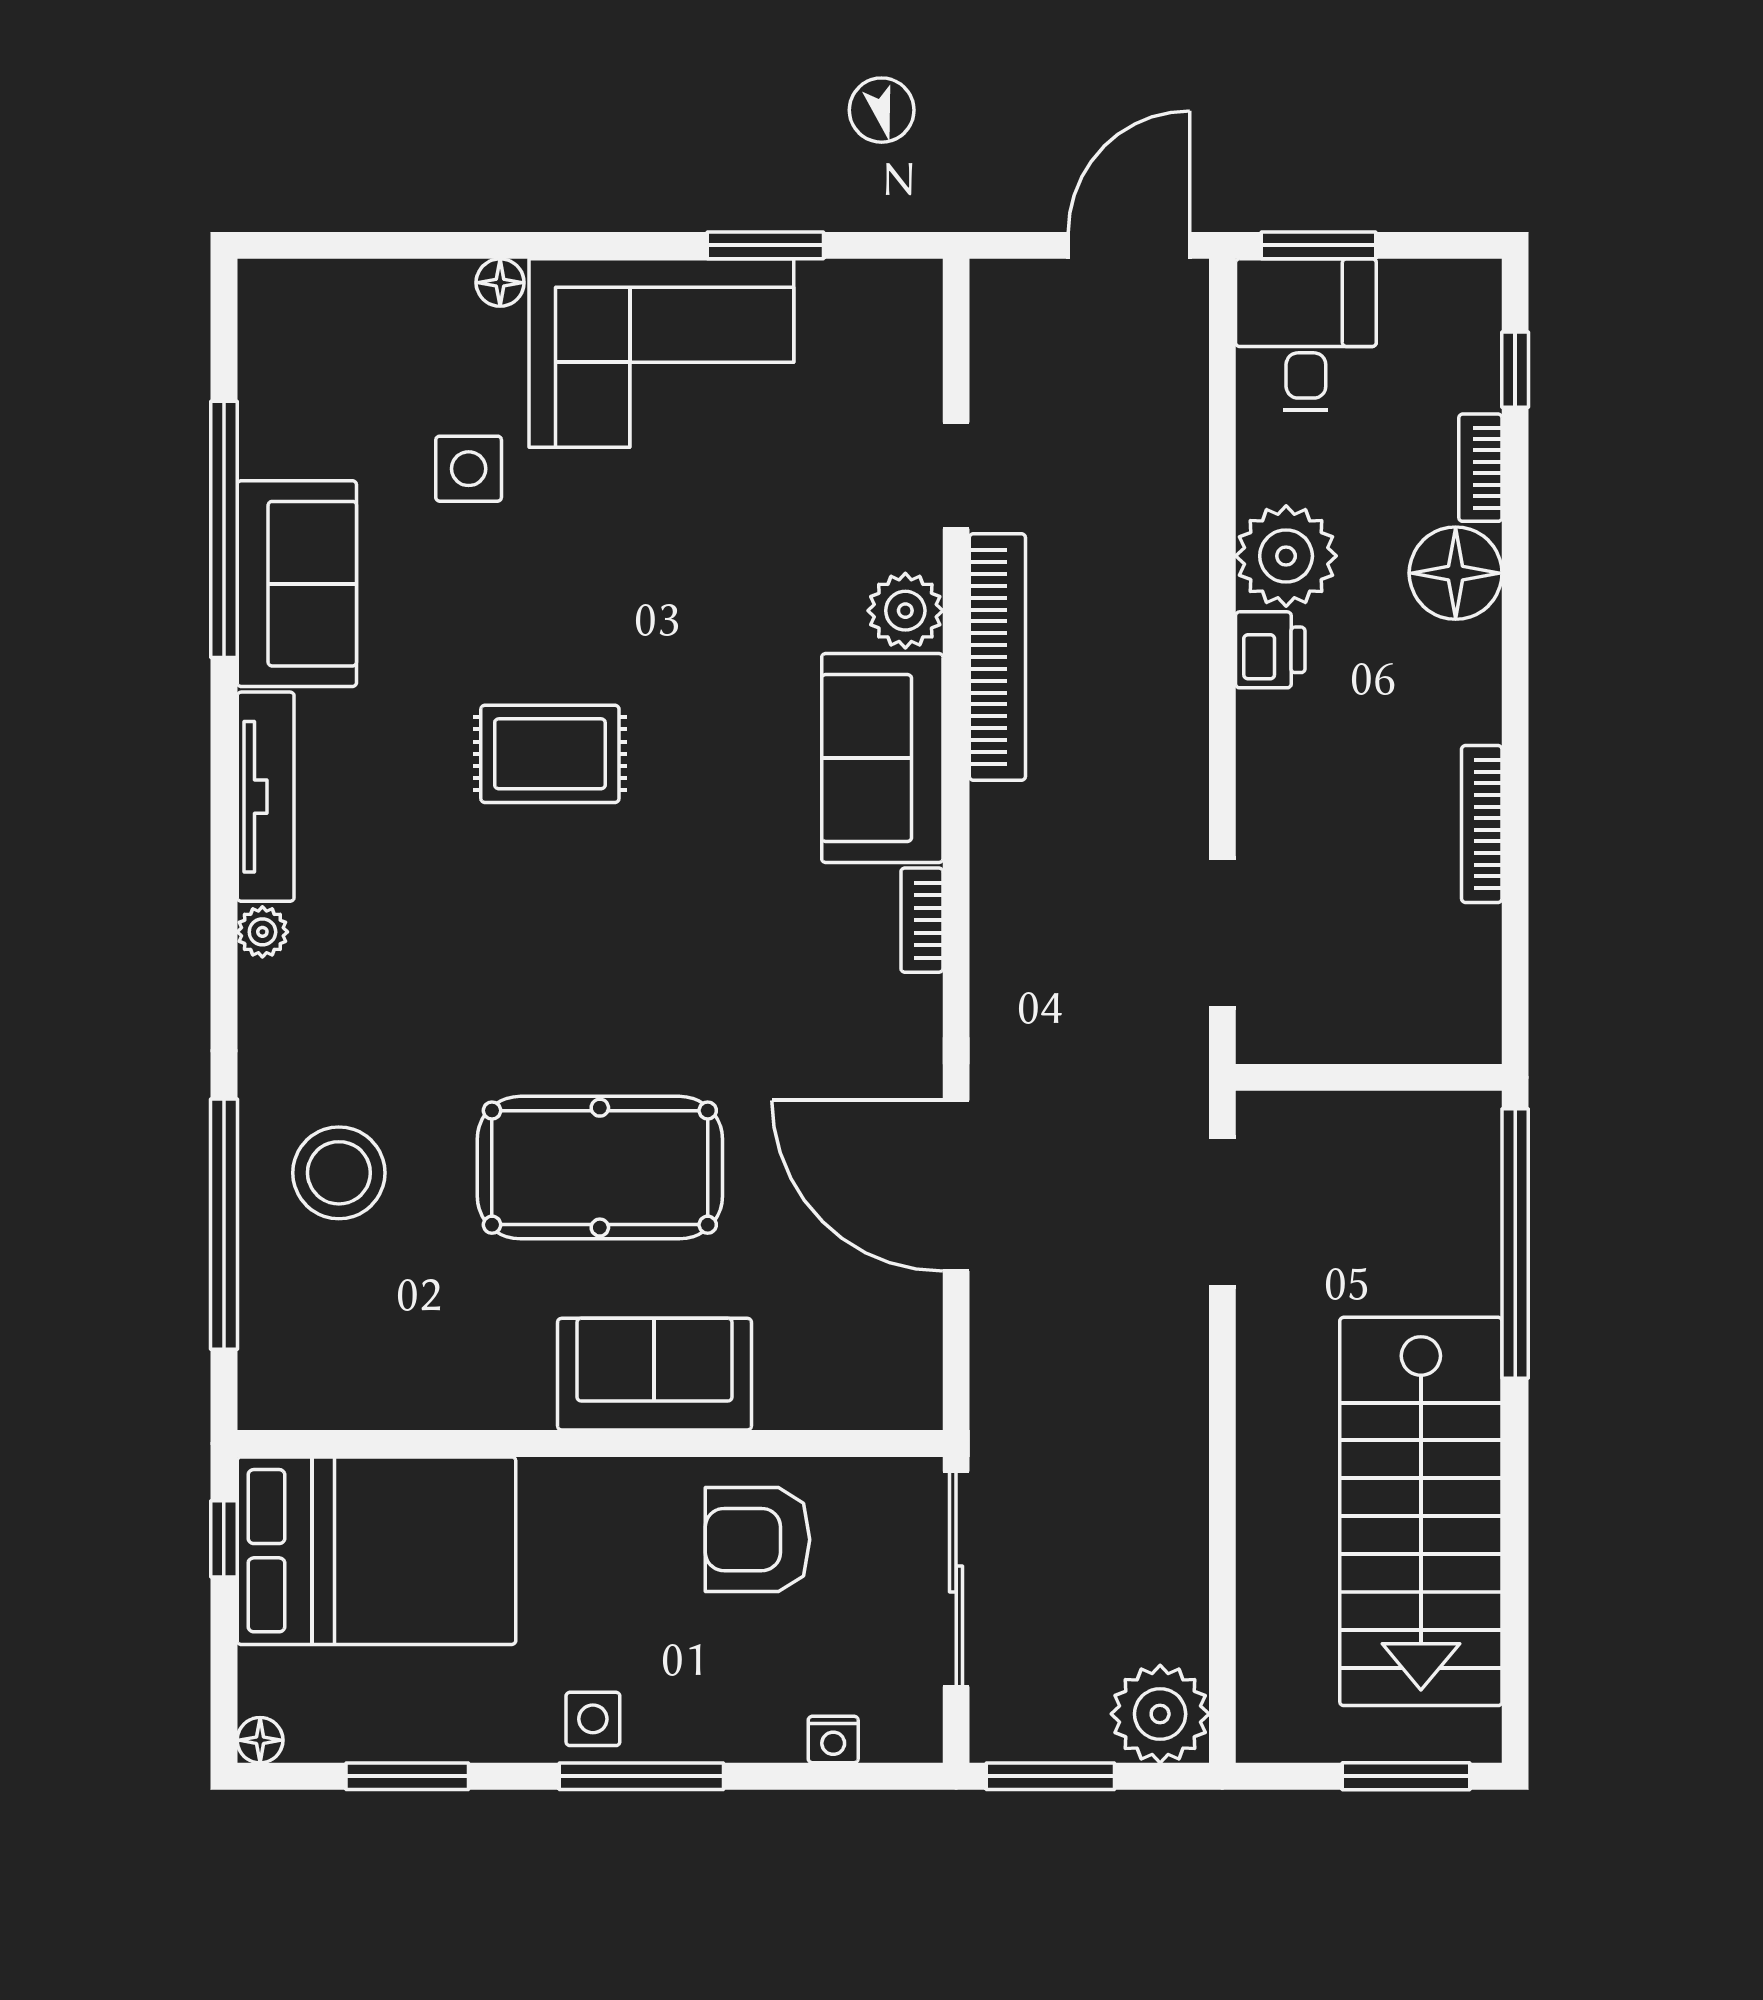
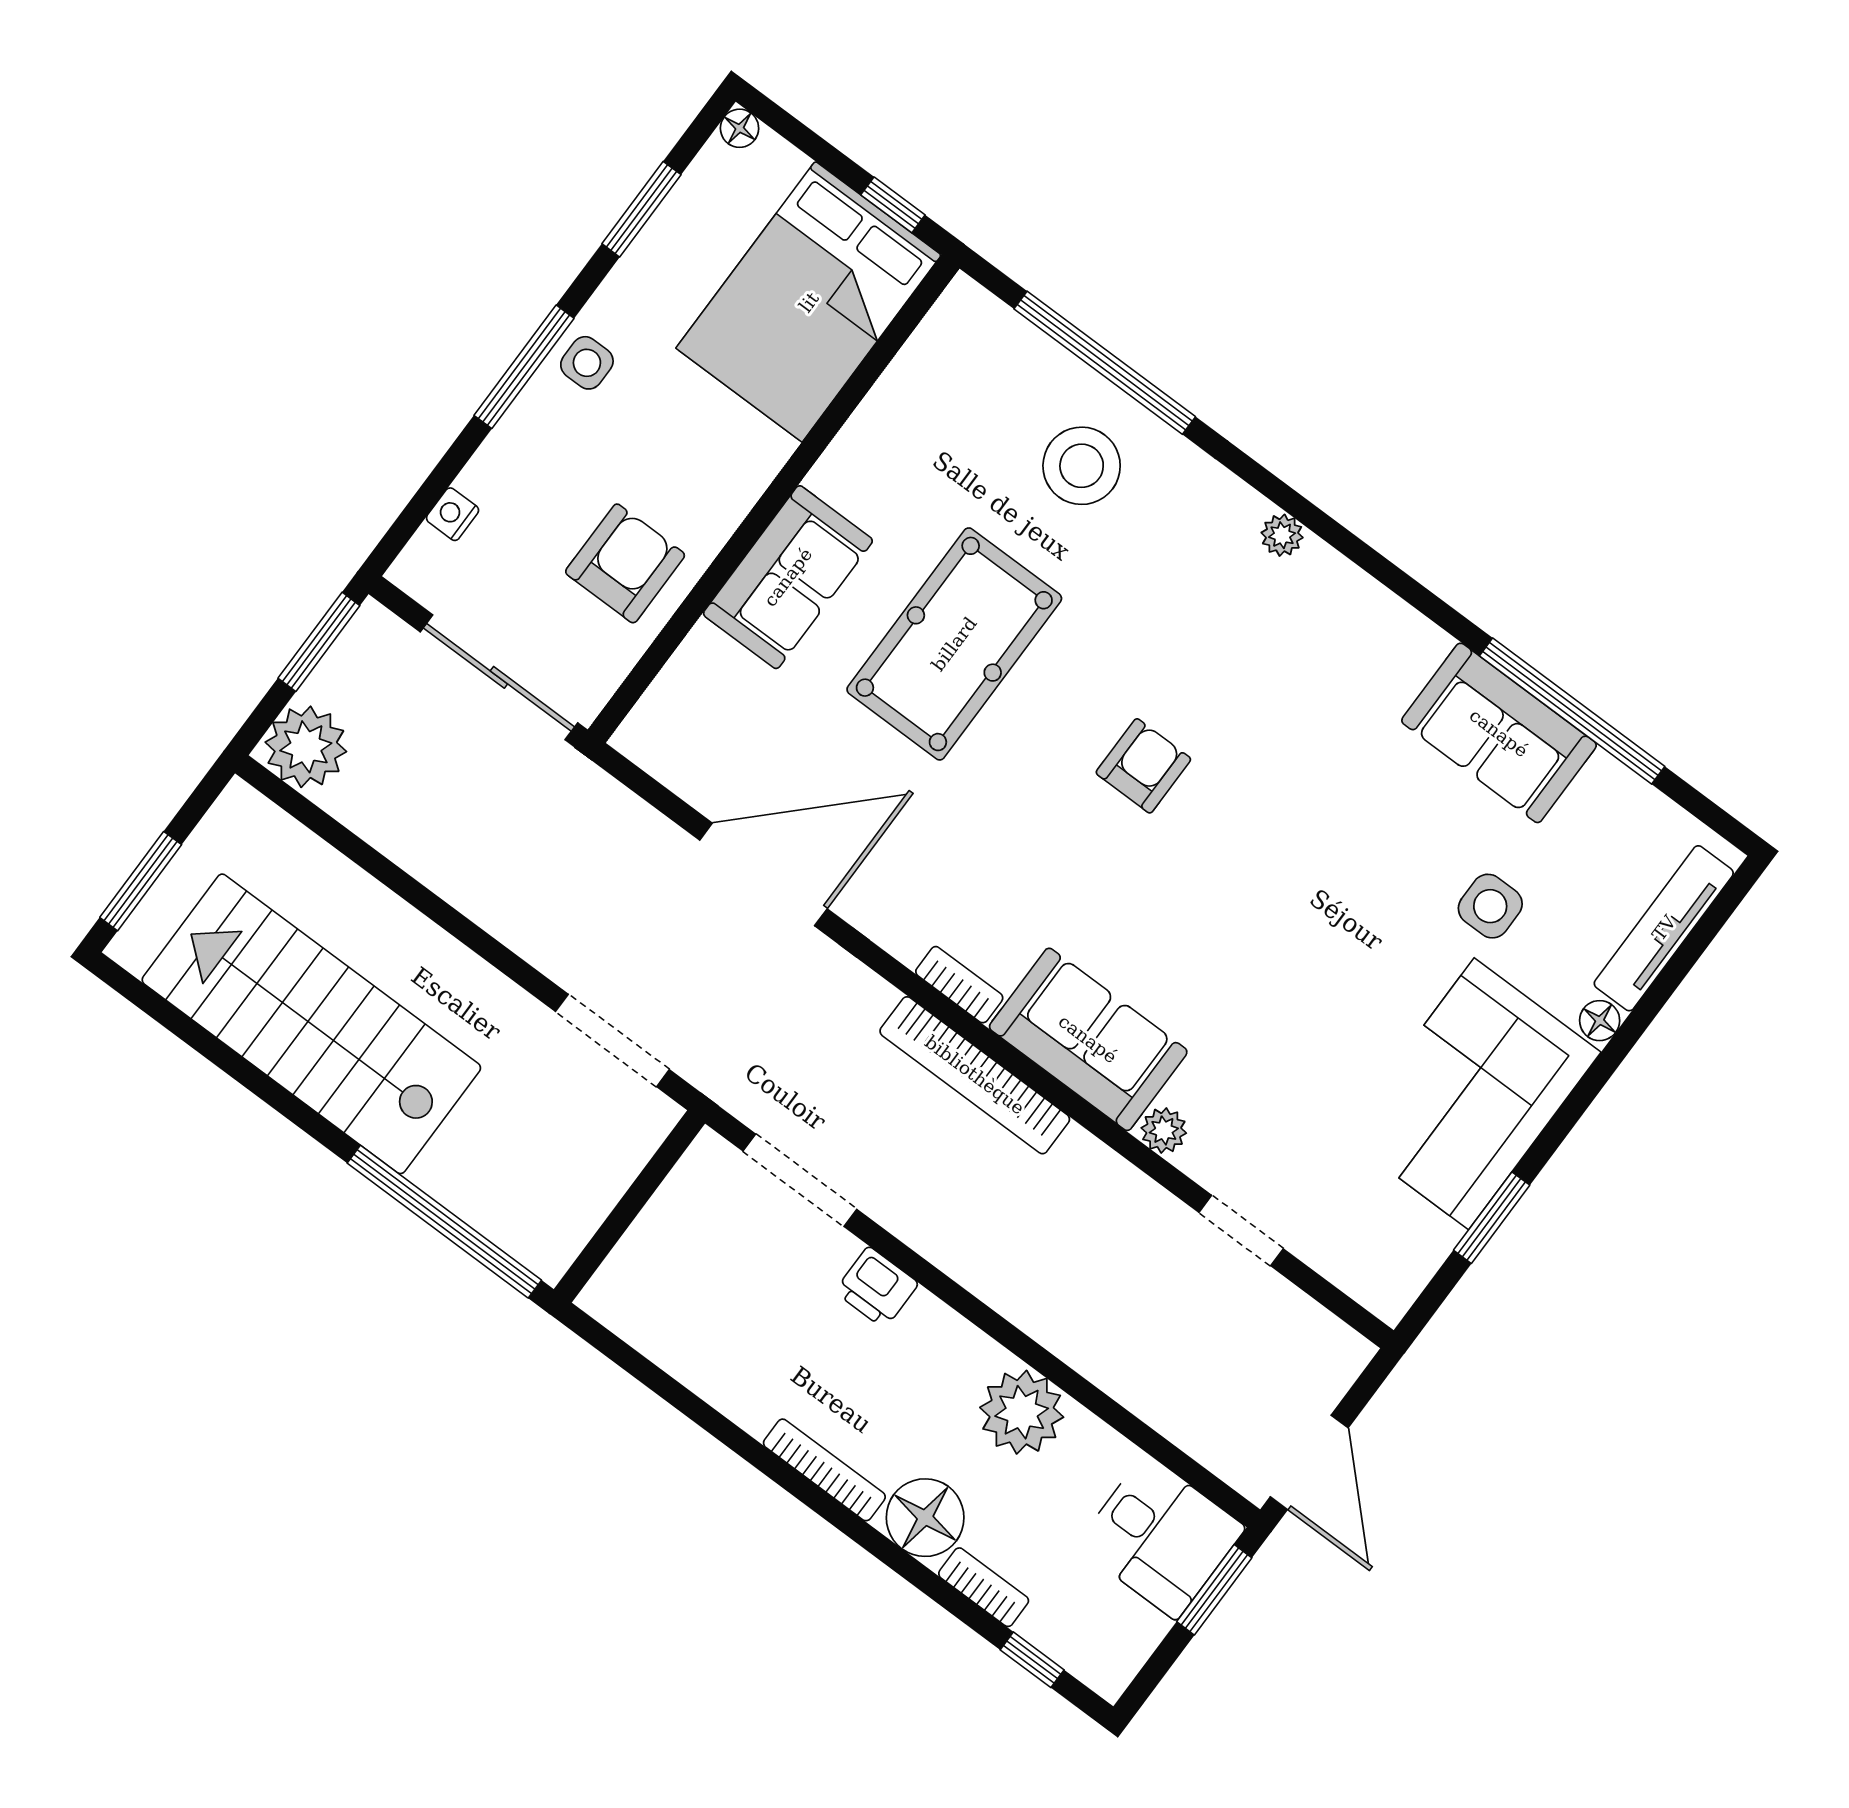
plant: (905, 611) -> (1164, 1130), width x0.73, depth x0.73
printer: (1270, 650) -> (876, 1288), moved
bookcase: (997, 657) -> (975, 1075), moved
rug: (550, 754) -> (1258, 818), removed
tv unit: (266, 797) -> (1664, 928), moved, turned 90
bookcase: (1482, 824) -> (824, 1470), moved
armchair: (582, 900) -> (1143, 766), added

